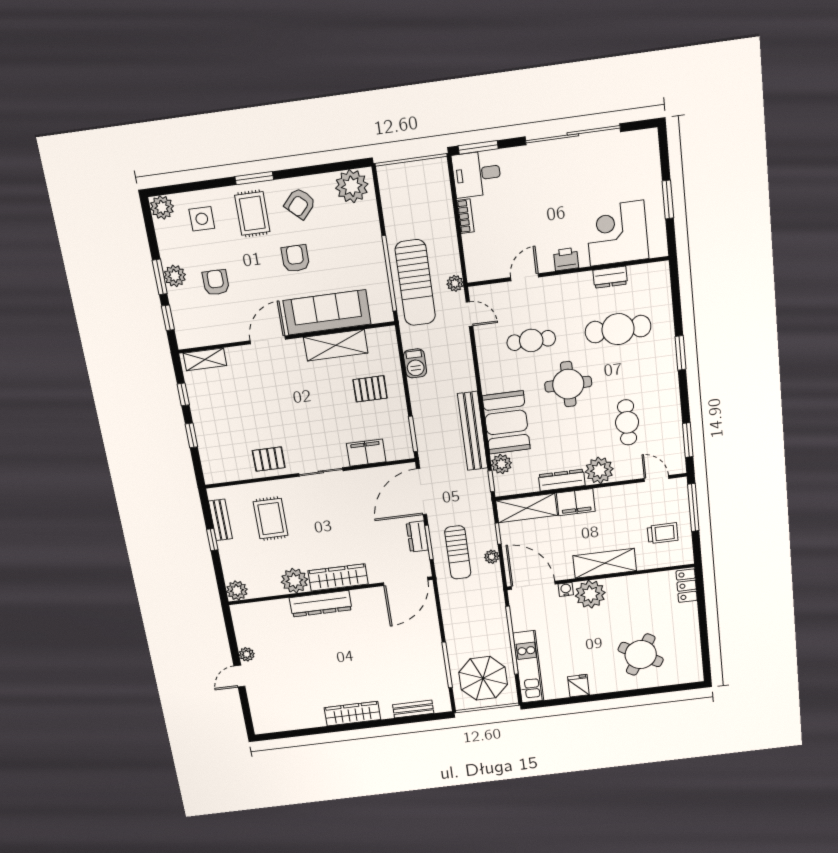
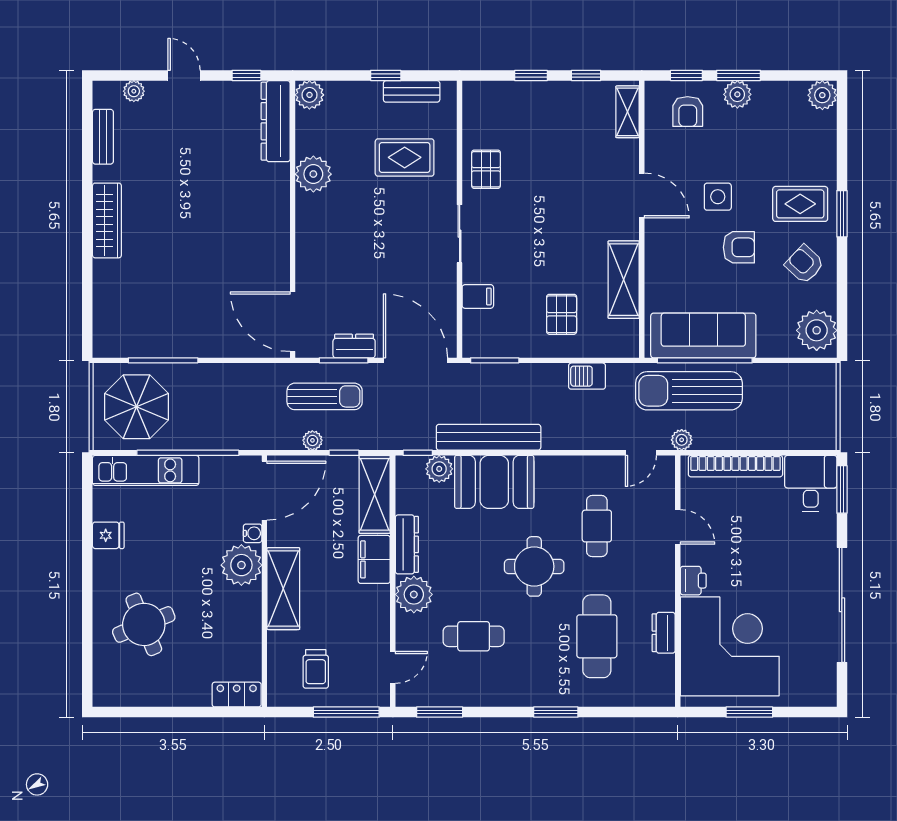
bookcase: (465, 216) -> (735, 466), width x2.31, depth x1.31
side table: (202, 219) -> (718, 197), moved
corner desk: (617, 233) -> (730, 646), width x1.36, depth x1.36
armchair: (216, 282) -> (688, 112), moved, turned 90
sofa: (327, 312) -> (703, 336), moved, turned -90
filing cabinet: (366, 453) -> (478, 296), width x0.50
sun lounger: (458, 552) -> (325, 396), turned 180
wardrobe: (338, 577) -> (310, 233), removed
dresser: (321, 604) -> (276, 121), moved
window: (231, 635) -> (246, 75), added
plant: (247, 654) -> (134, 91), moved
round table: (641, 655) -> (144, 624), turned 37
bench: (413, 709) -> (103, 137), moved

